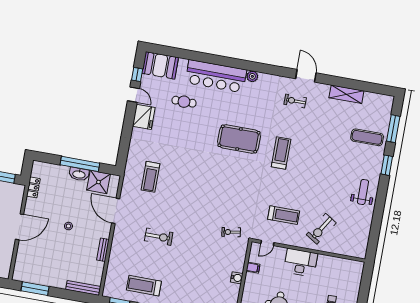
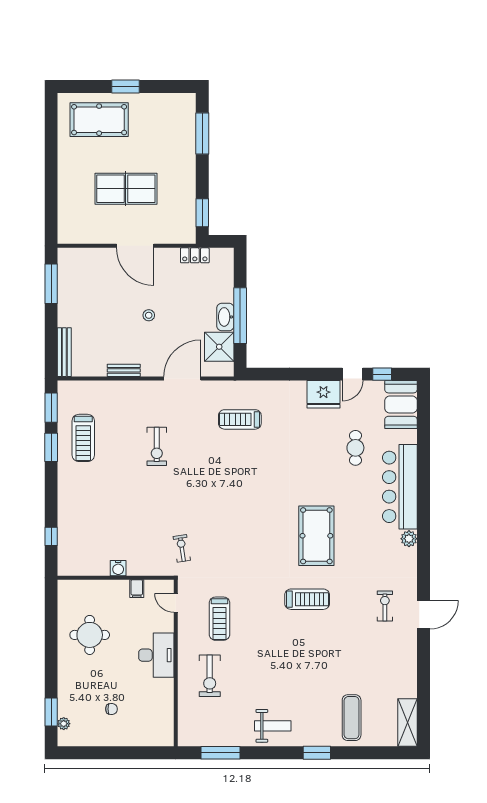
shelving: (346, 94) -> (408, 723), moved
window: (393, 129) -> (220, 753), moved
exercise bike: (321, 229) -> (210, 676), turned -122
treadmill: (144, 286) -> (83, 438), turned 180

